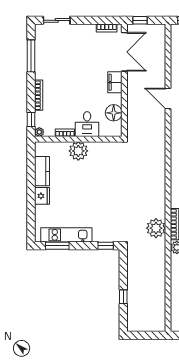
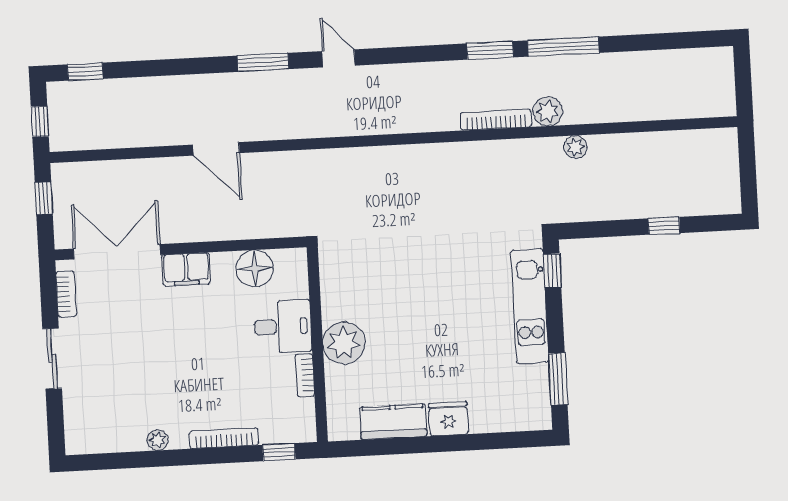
sliding door: (57, 20) -> (52, 359), moved
window: (140, 20) -> (44, 198), moved
window: (31, 56) -> (137, 460), removed
door: (168, 98) -> (216, 149), hinge flipped
plant: (39, 132) -> (158, 440), moved
plant: (156, 228) -> (575, 147), moved, width x0.53, depth x0.53
kitchen unit: (66, 235) -> (530, 306), moved

